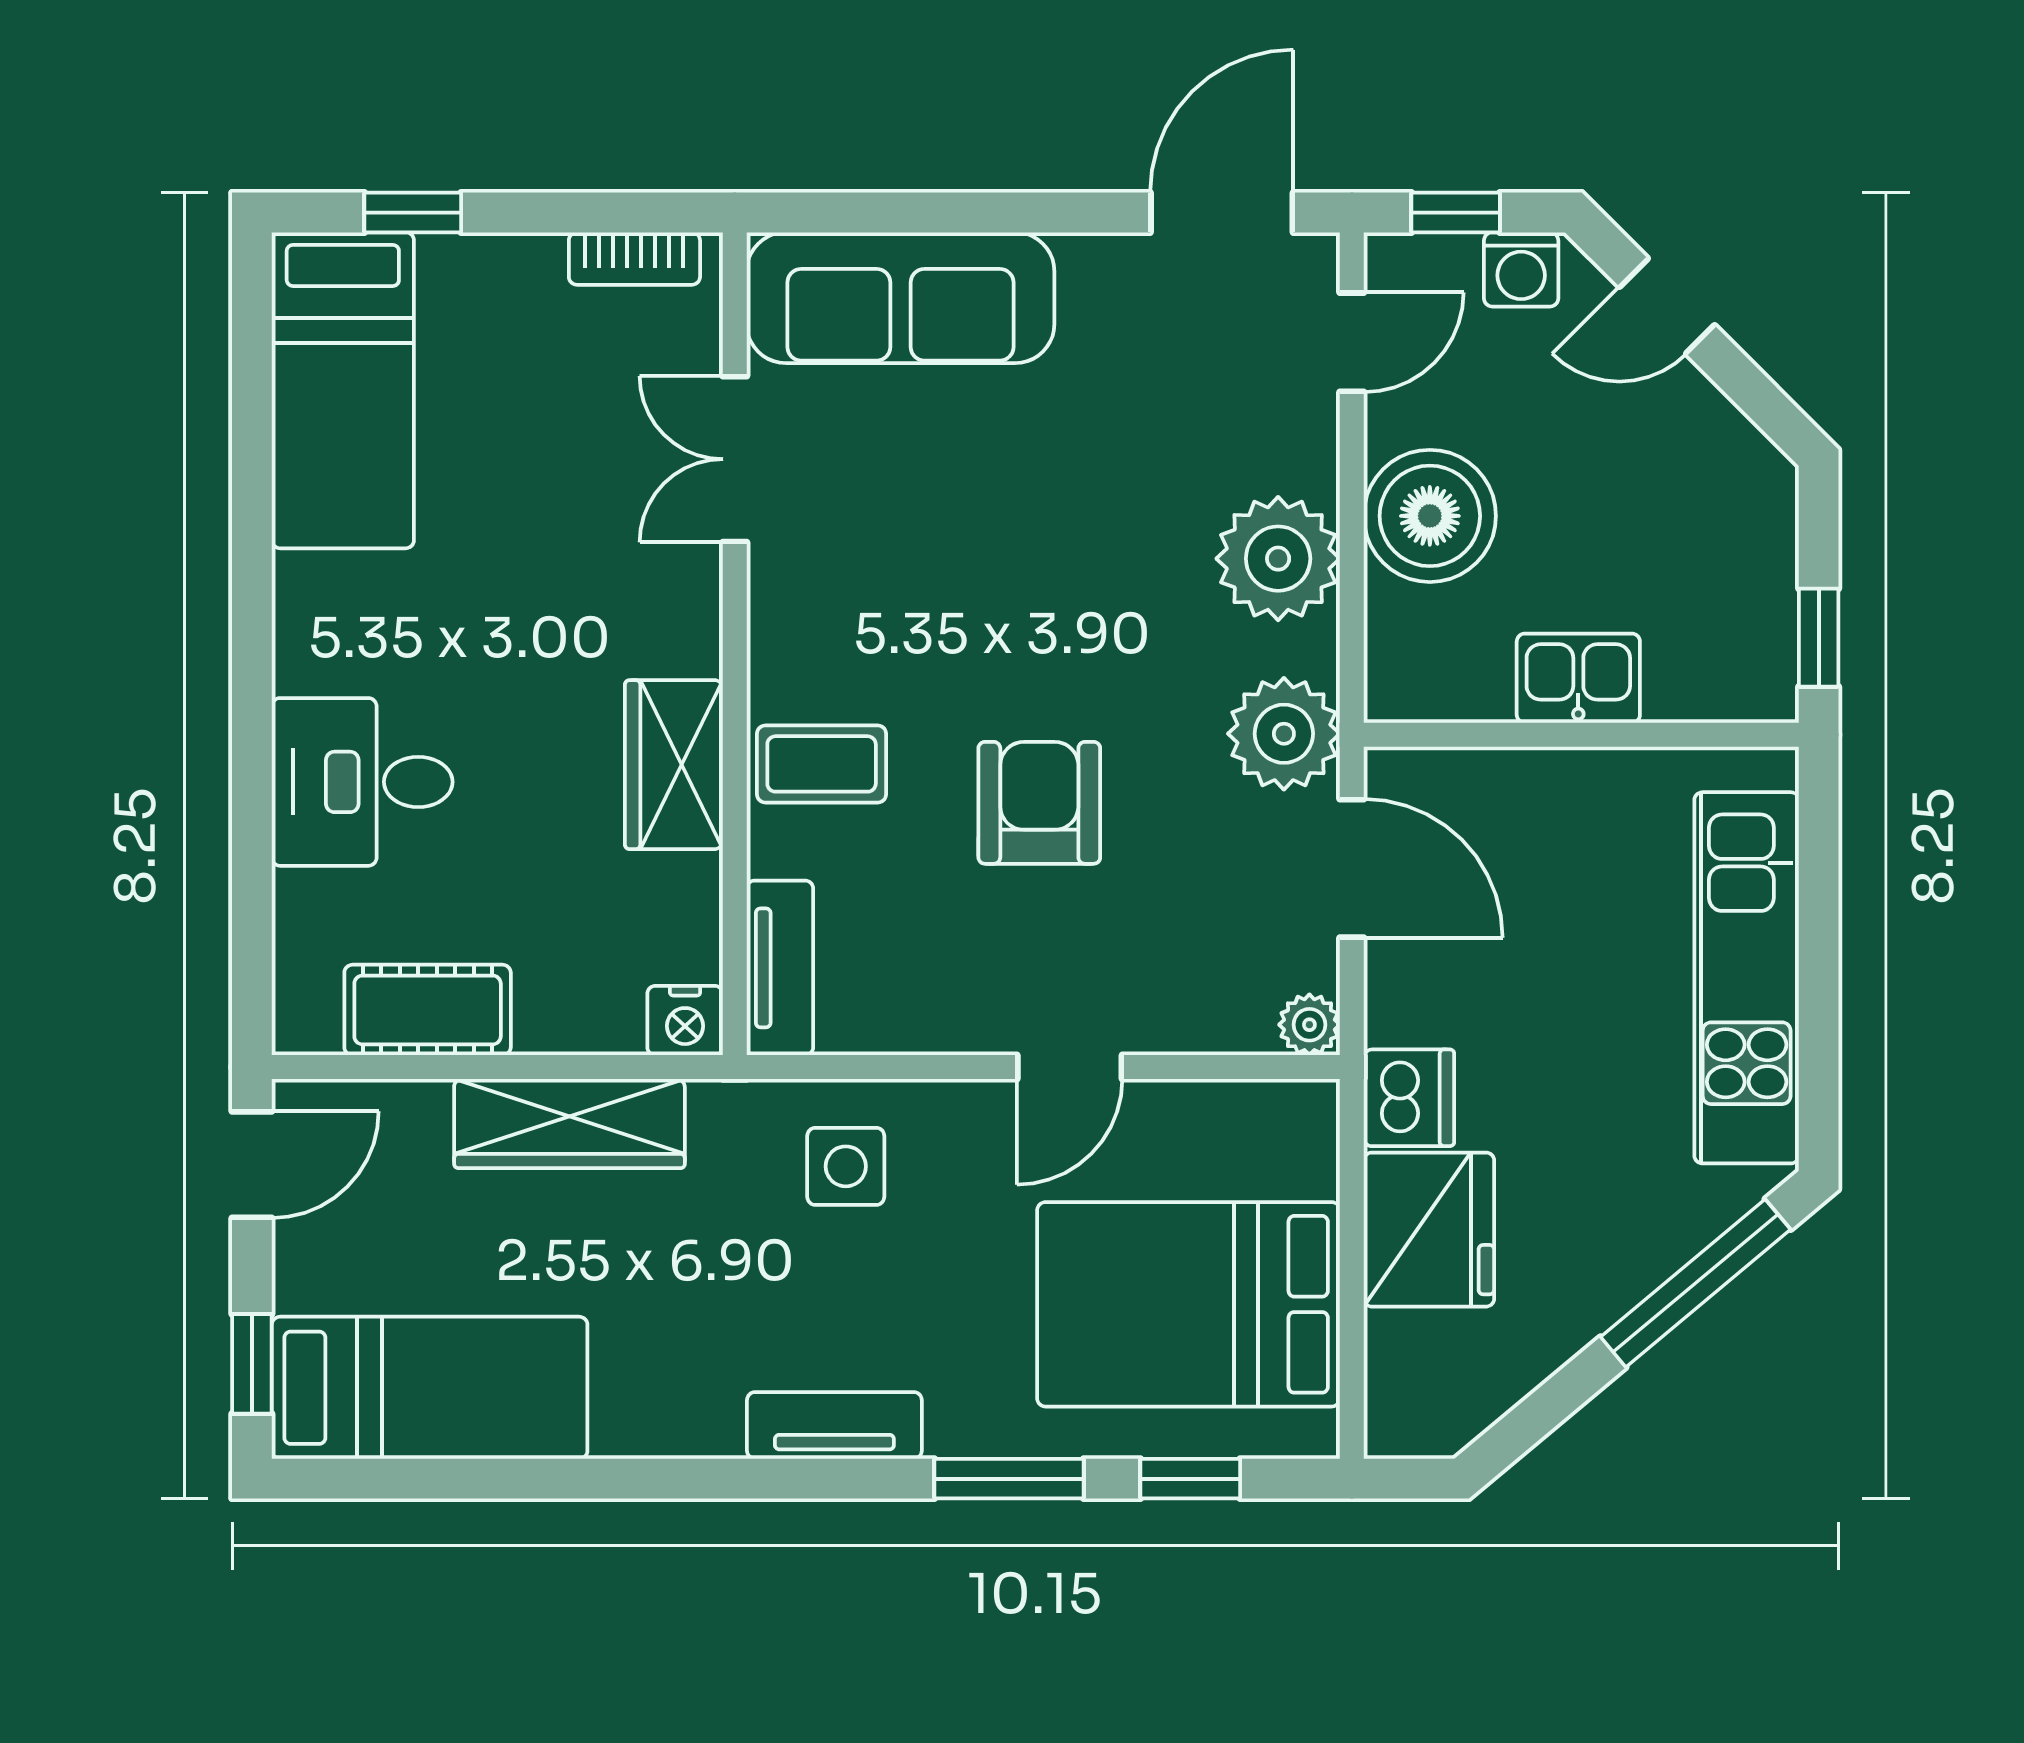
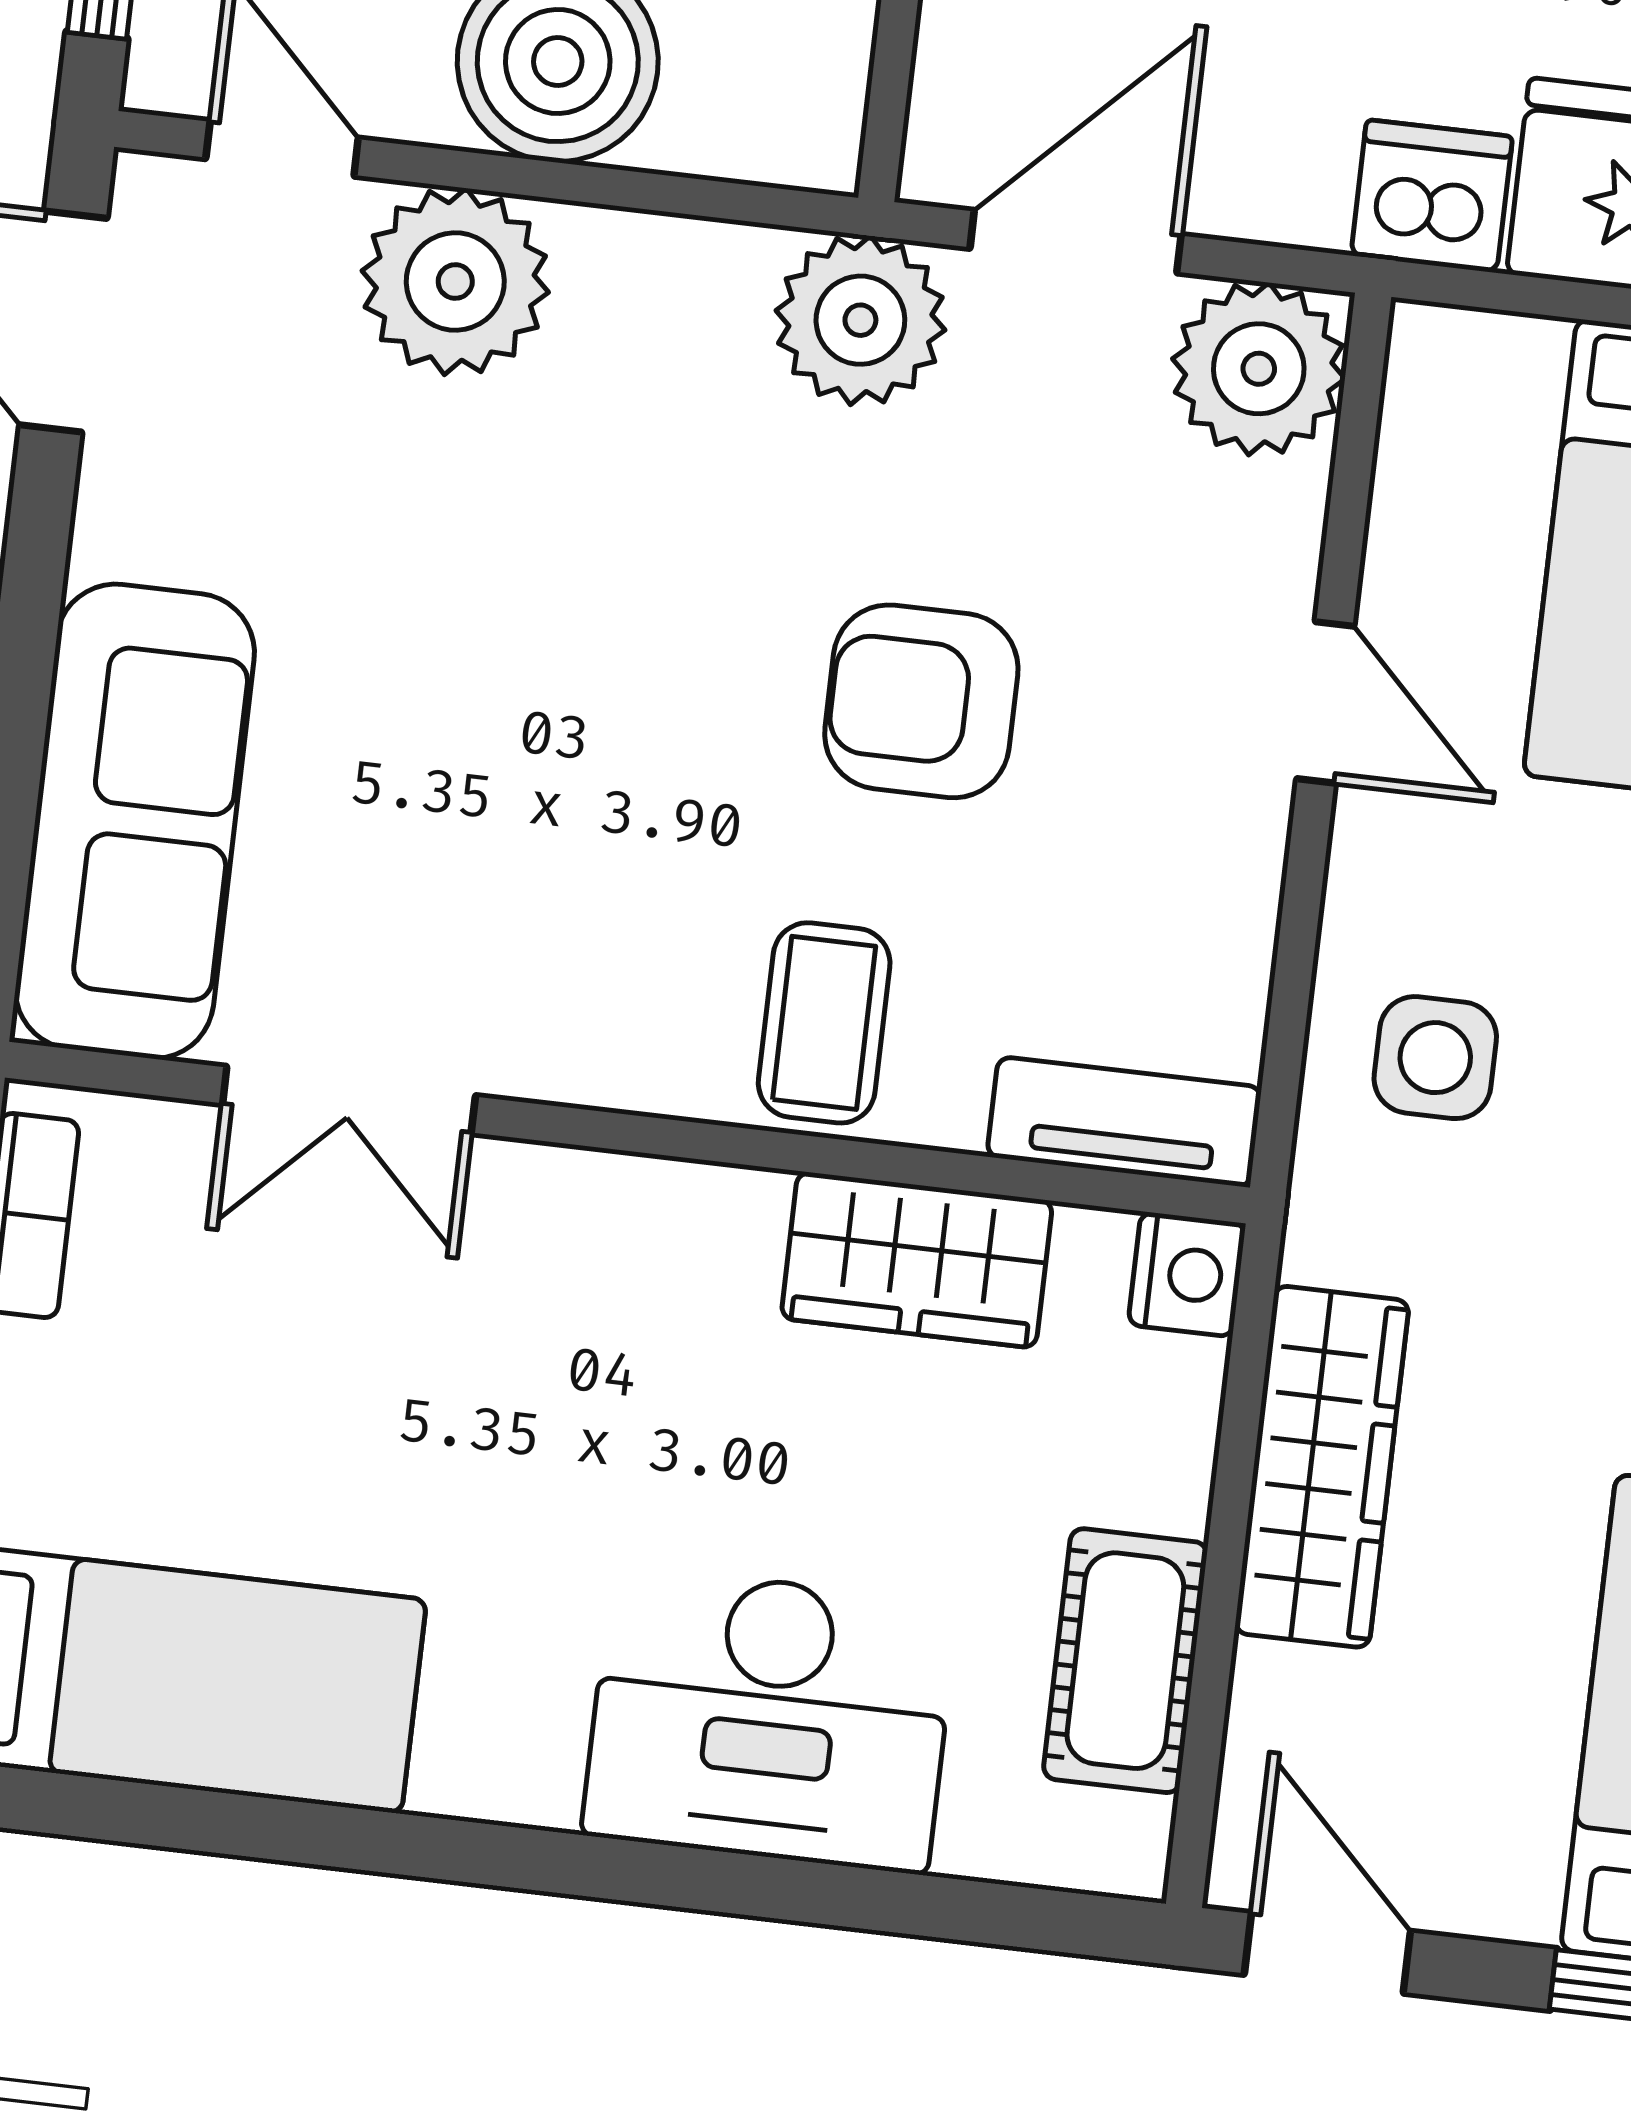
plant: (1278, 559) -> (455, 282), moved
wardrobe: (674, 765) -> (917, 1260), moved
desk: (362, 782) -> (770, 1719), width x1.37
plant: (1309, 1025) -> (1259, 369), width x1.87, depth x1.87

